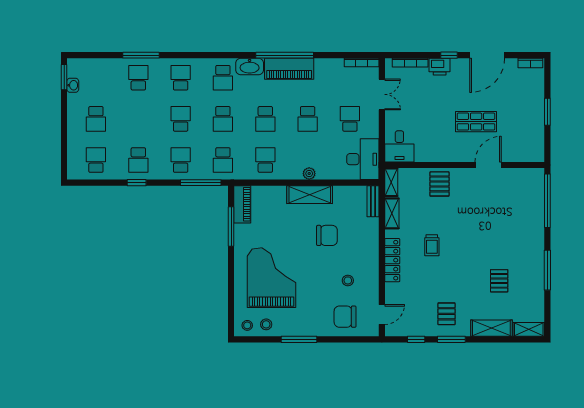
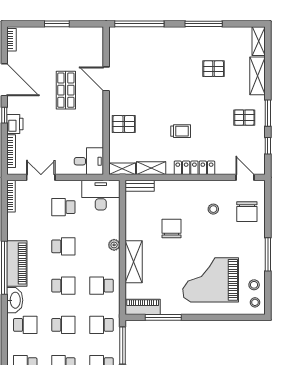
school desk: (223, 160) -> (102, 325), turned 180
shelving: (310, 195) -> (134, 262), moved

